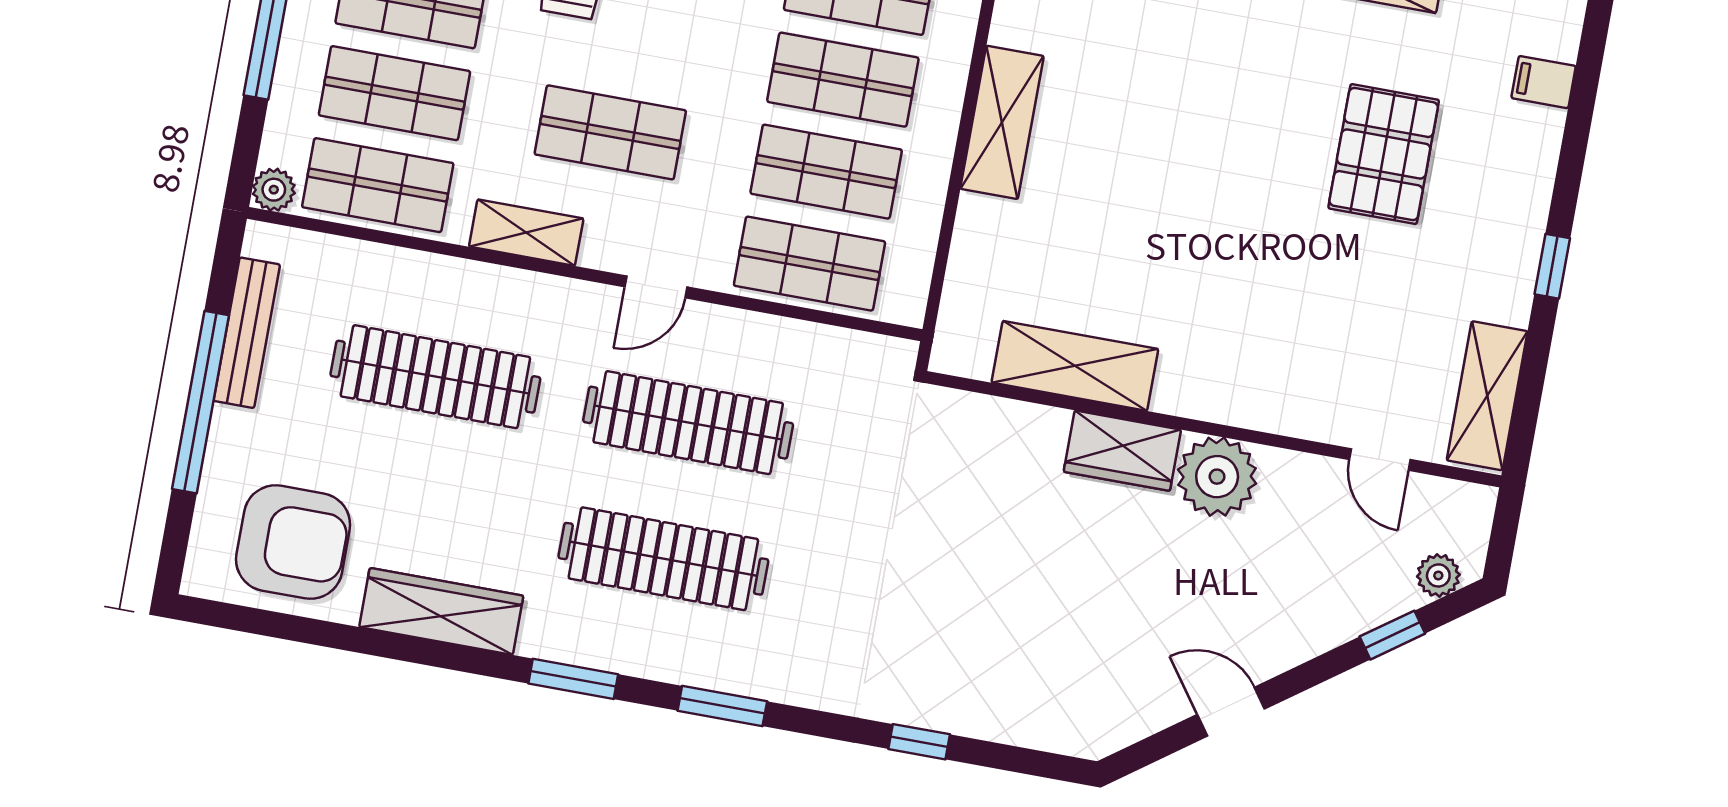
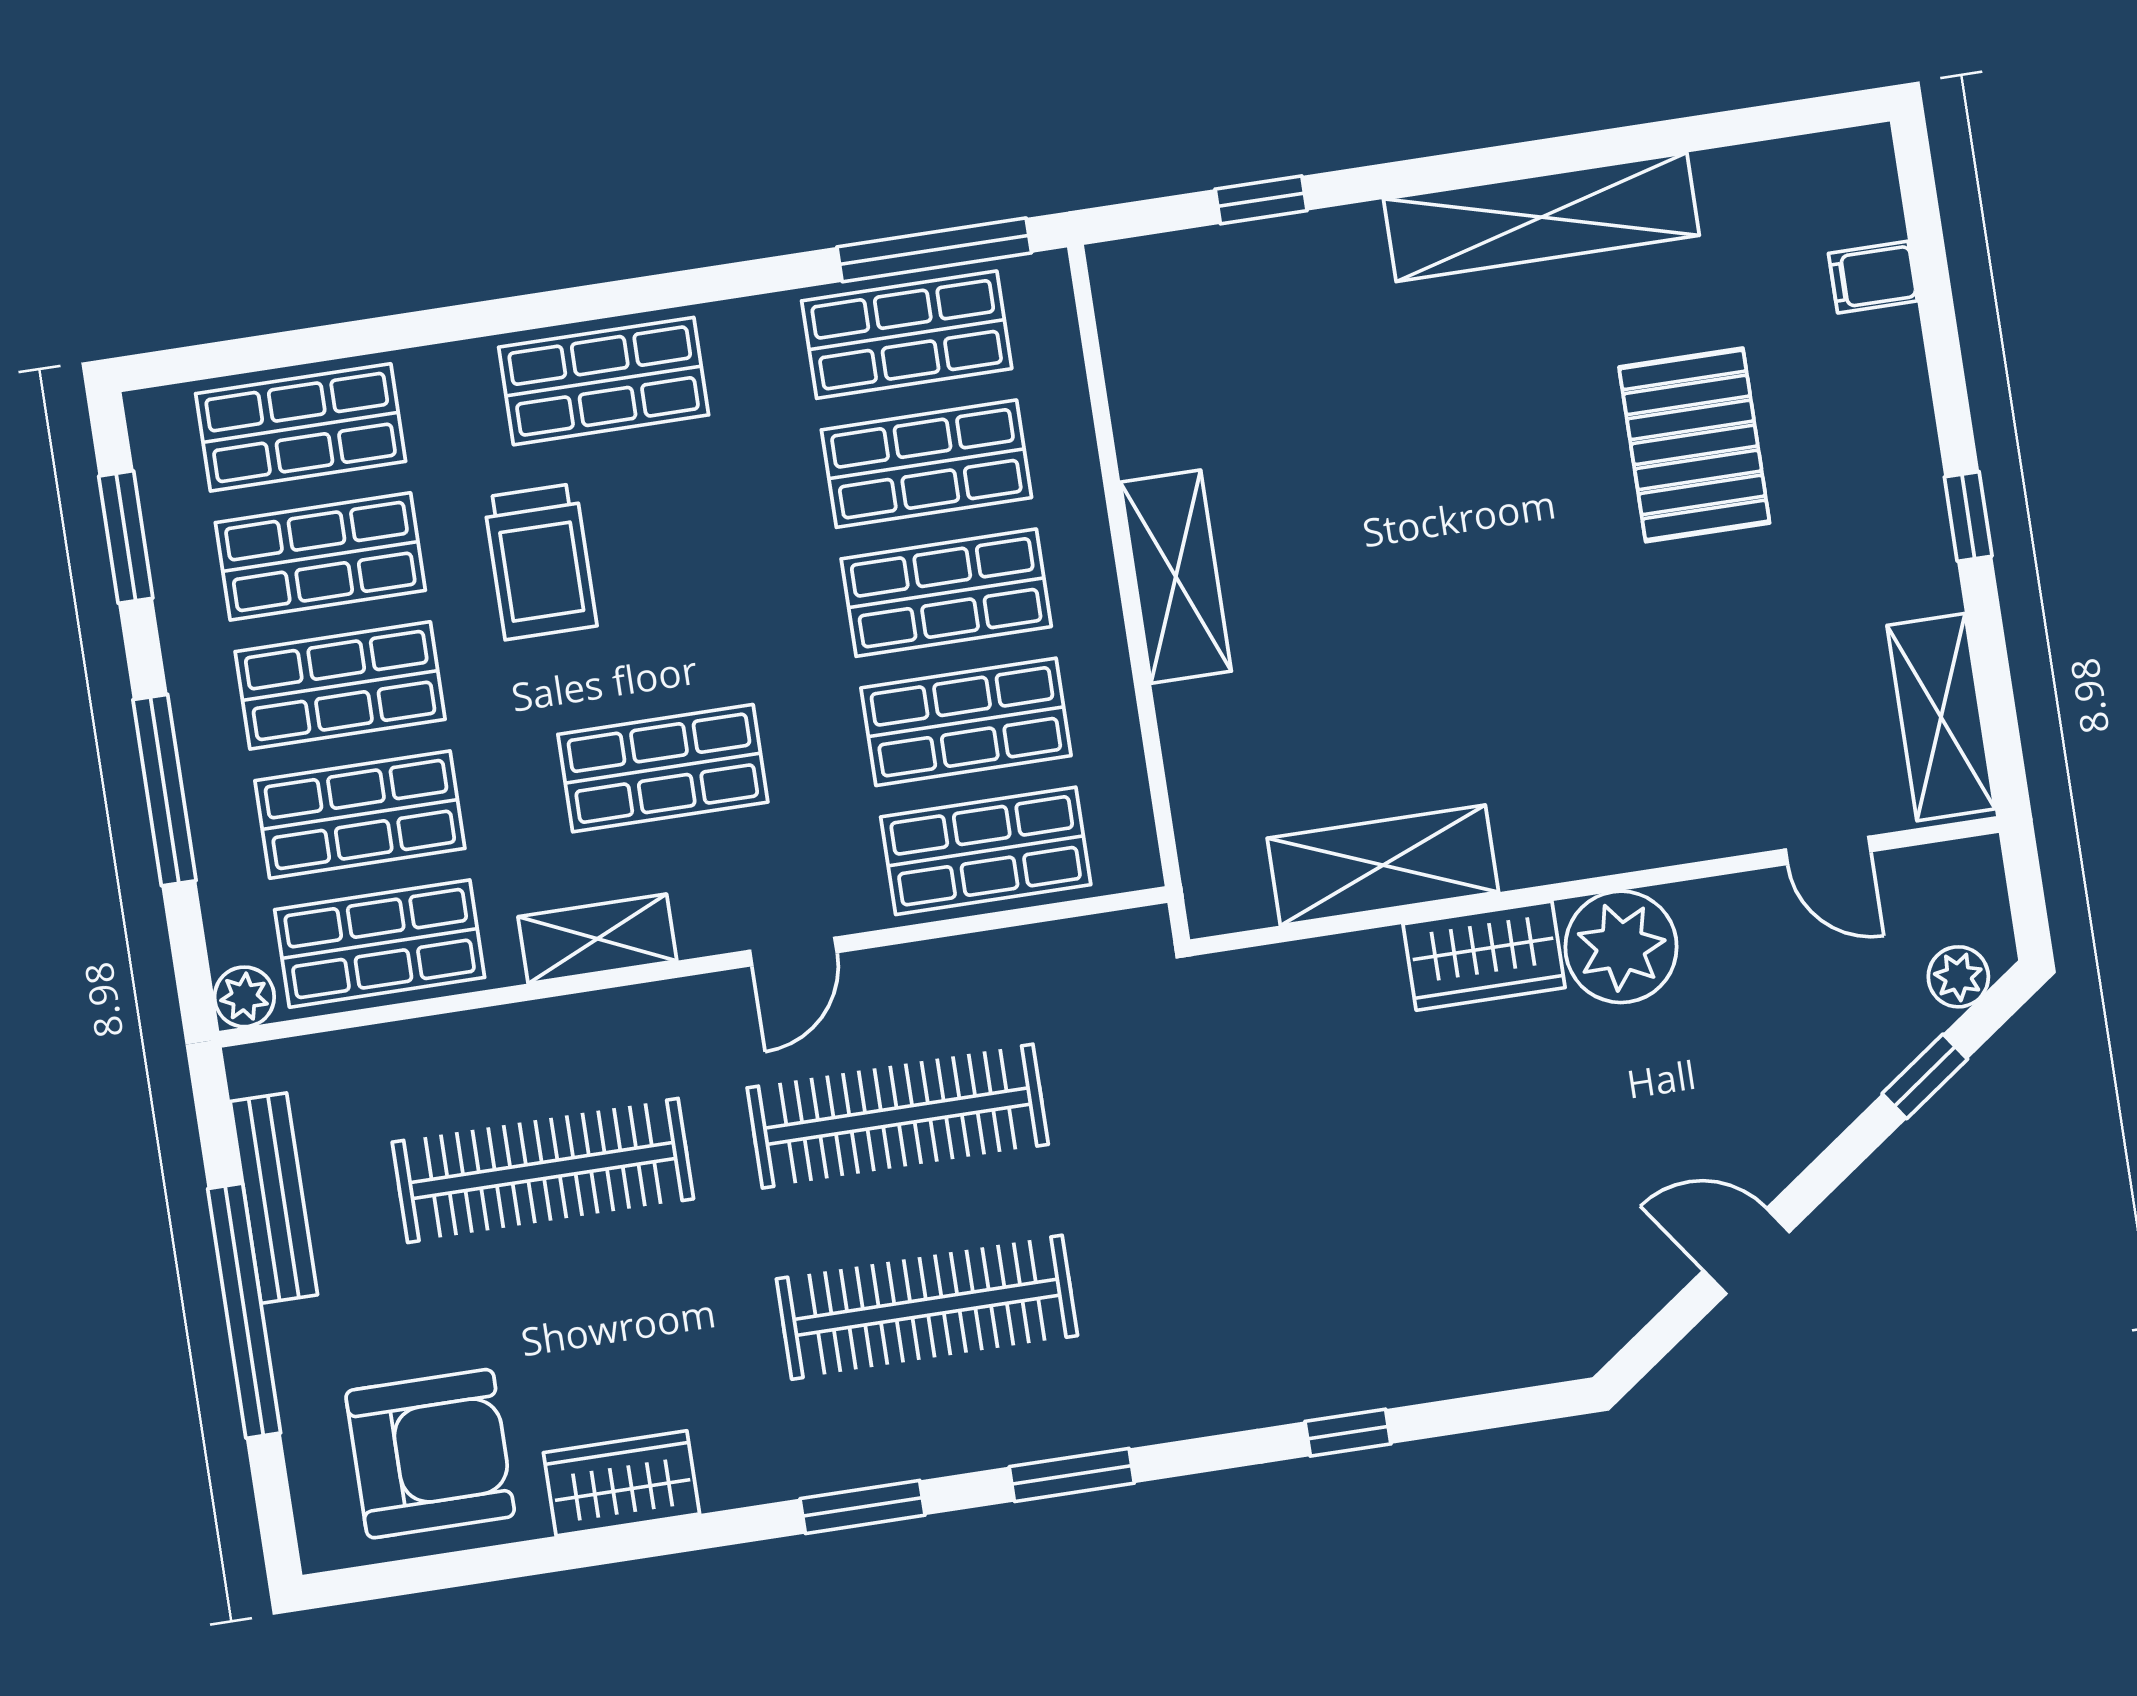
wardrobe: (441, 611) -> (622, 1483), width x0.67

